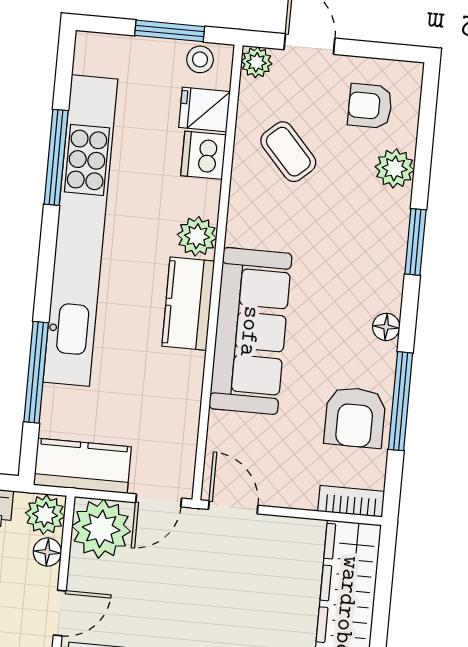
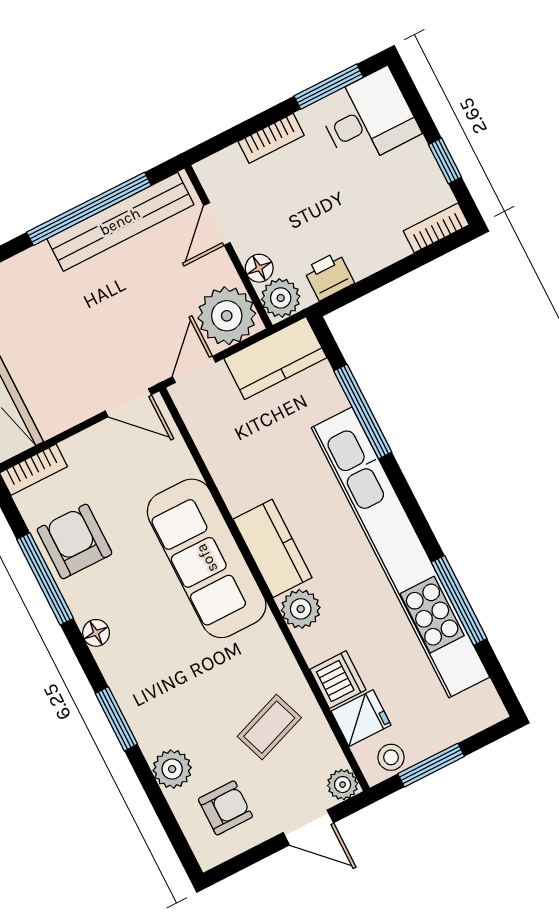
coffee table: (288, 152) -> (269, 727), turned -68

